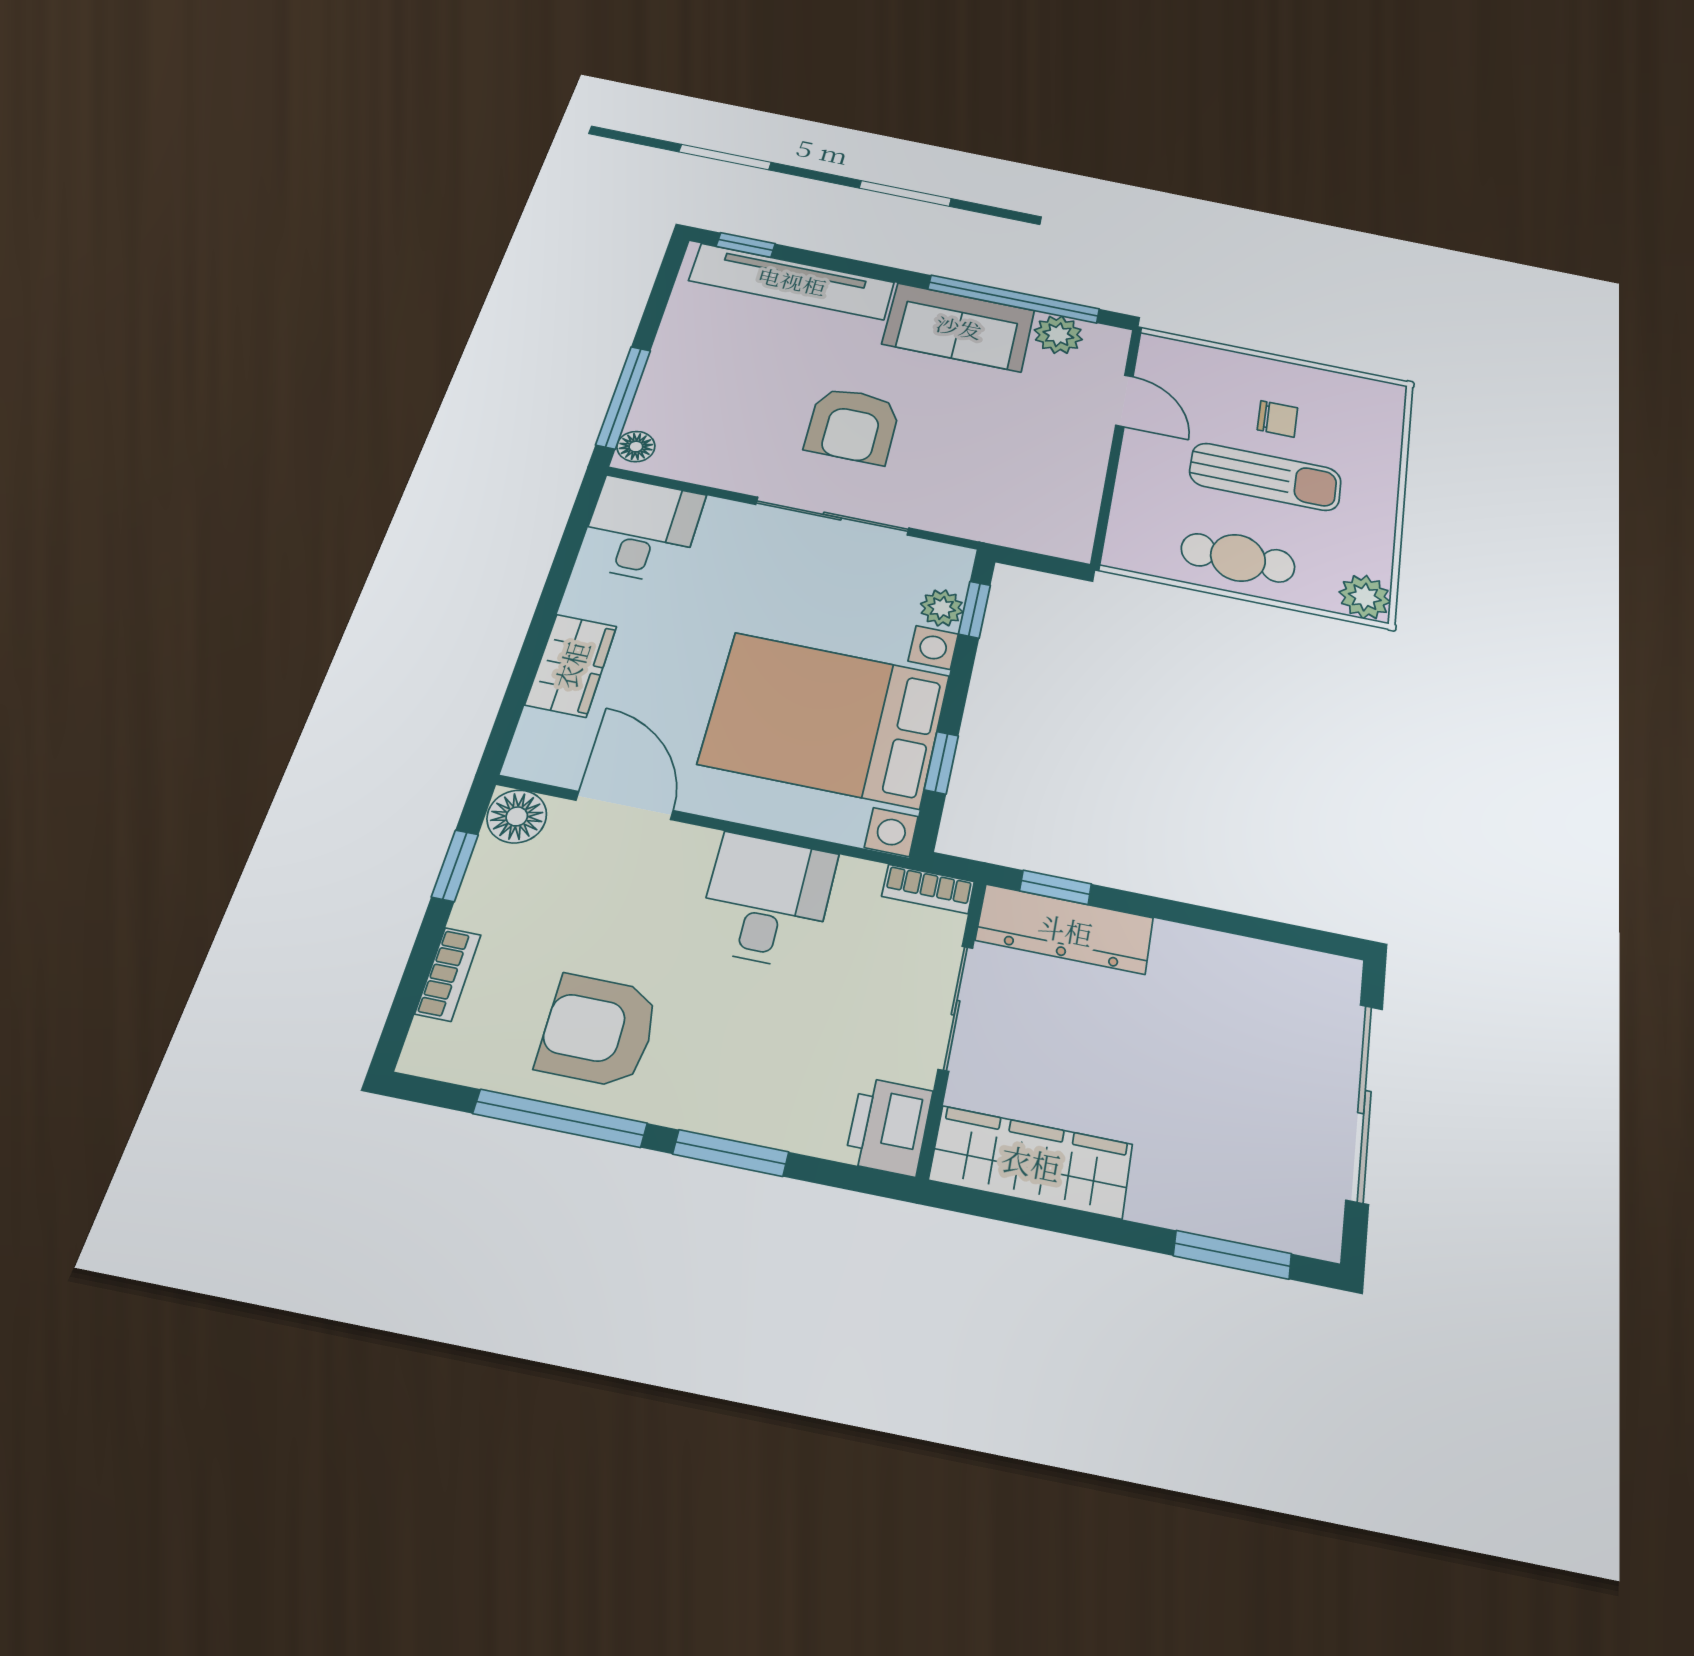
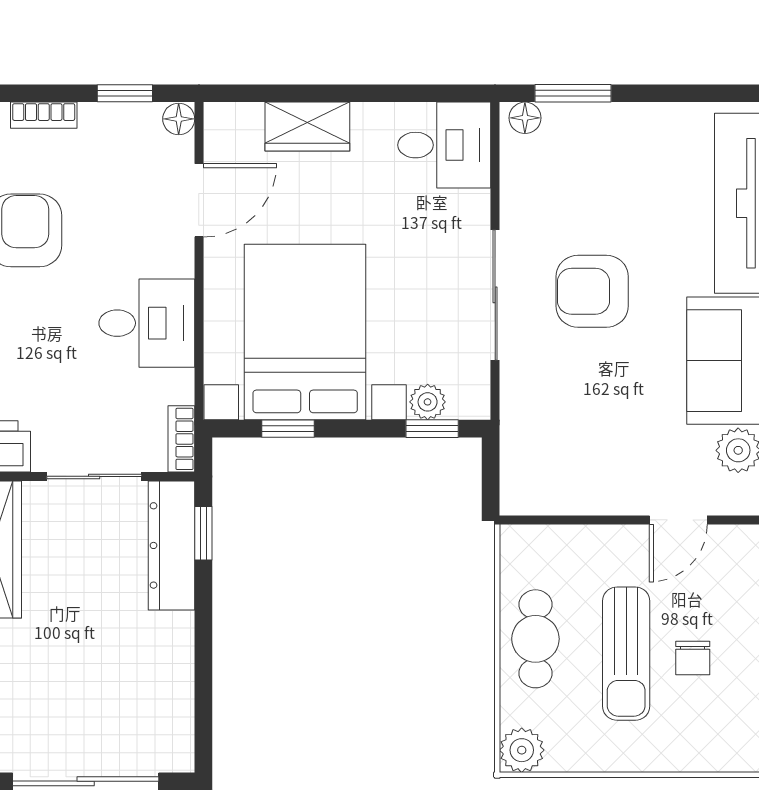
window: (623, 397) -> (573, 93), width x0.69
floor lamp: (517, 816) -> (179, 119), width x0.73, depth x0.73

